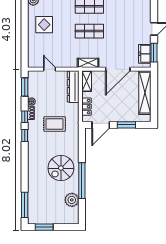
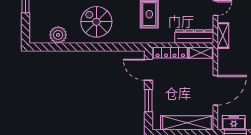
shelving: (88, 63) -> (223, 36), moved
door: (118, 69) -> (215, 90), swing flipped
locker: (86, 107) -> (170, 53), width x1.53
window: (82, 181) -> (81, 47), removed

